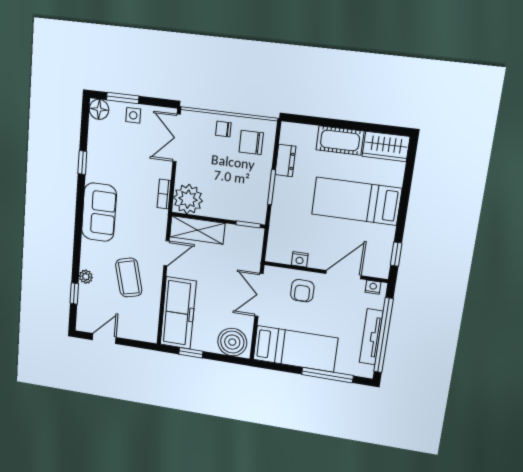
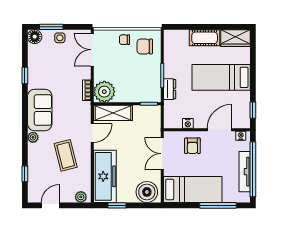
dresser: (285, 161) -> (170, 89), moved
plant: (86, 277) -> (33, 137), moved
plant: (144, 334) -> (81, 197), added

